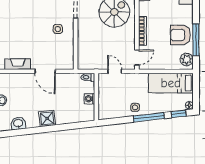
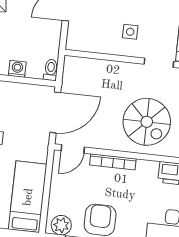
door: (137, 58) -> (73, 149), hinge flipped
door: (115, 71) -> (55, 112), width x1.87

